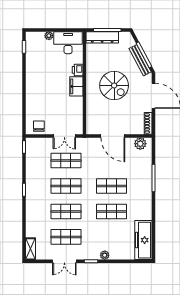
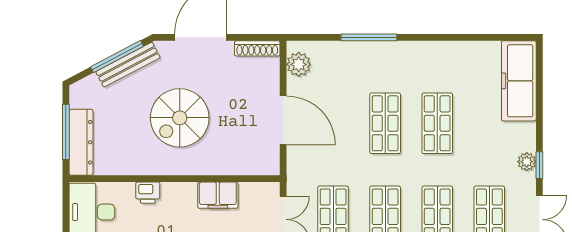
filing cabinet: (76, 86) -> (218, 195), moved
spiral stairs: (114, 86) -> (180, 118), turned 180
door: (113, 136) -> (283, 120), hinge flipped
freezer: (143, 240) -> (519, 81), moved, turned 90
plant: (105, 255) -> (527, 162), moved

